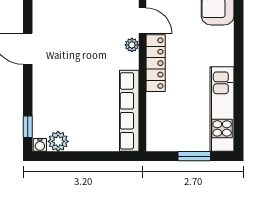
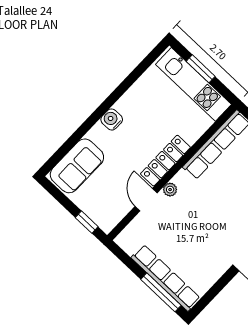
water cooler: (225, 56) -> (112, 119), added
kitchen unit: (222, 109) -> (193, 84), moved, turned 90

